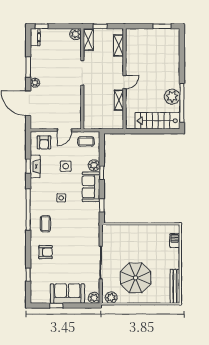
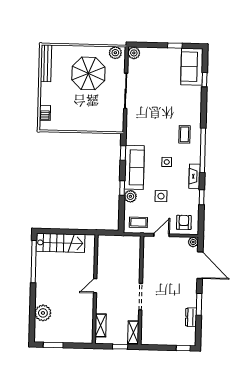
plant: (76, 34) -> (147, 339), removed
dresser: (35, 37) -> (191, 317), moved
plant: (35, 83) -> (193, 242), moved
plant: (172, 97) -> (43, 313), moved
shelving: (119, 100) -> (102, 266), removed
fireplace: (35, 166) -> (195, 176), moved
sofa: (91, 187) -> (134, 167), width x1.36
armchair: (46, 252) -> (185, 104), removed
sofa: (67, 294) -> (192, 67), moved, turned 90

